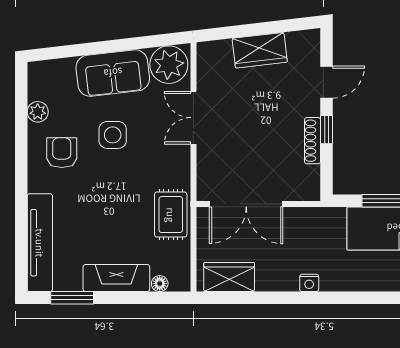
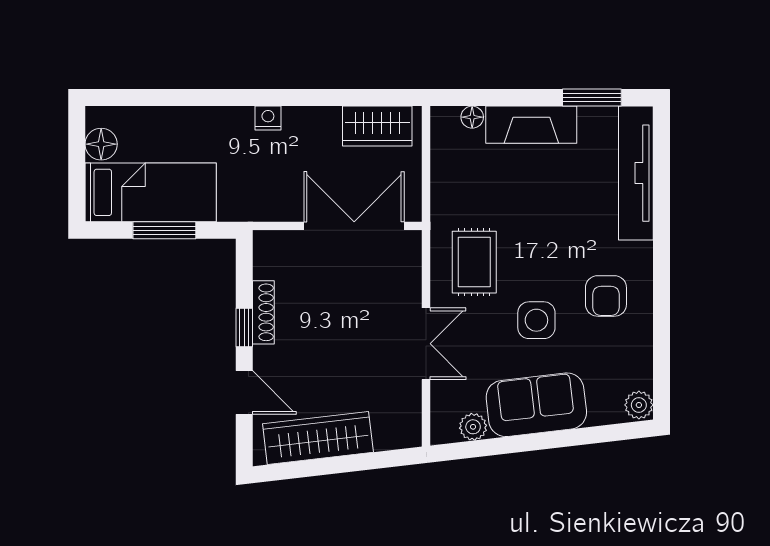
wardrobe: (260, 50) -> (318, 438), width x1.50
plant: (169, 65) -> (473, 427), width x0.53, depth x0.53
door: (327, 82) -> (244, 393), swing flipped
plant: (38, 112) -> (639, 405), moved
rug: (171, 215) -> (474, 262), moved

